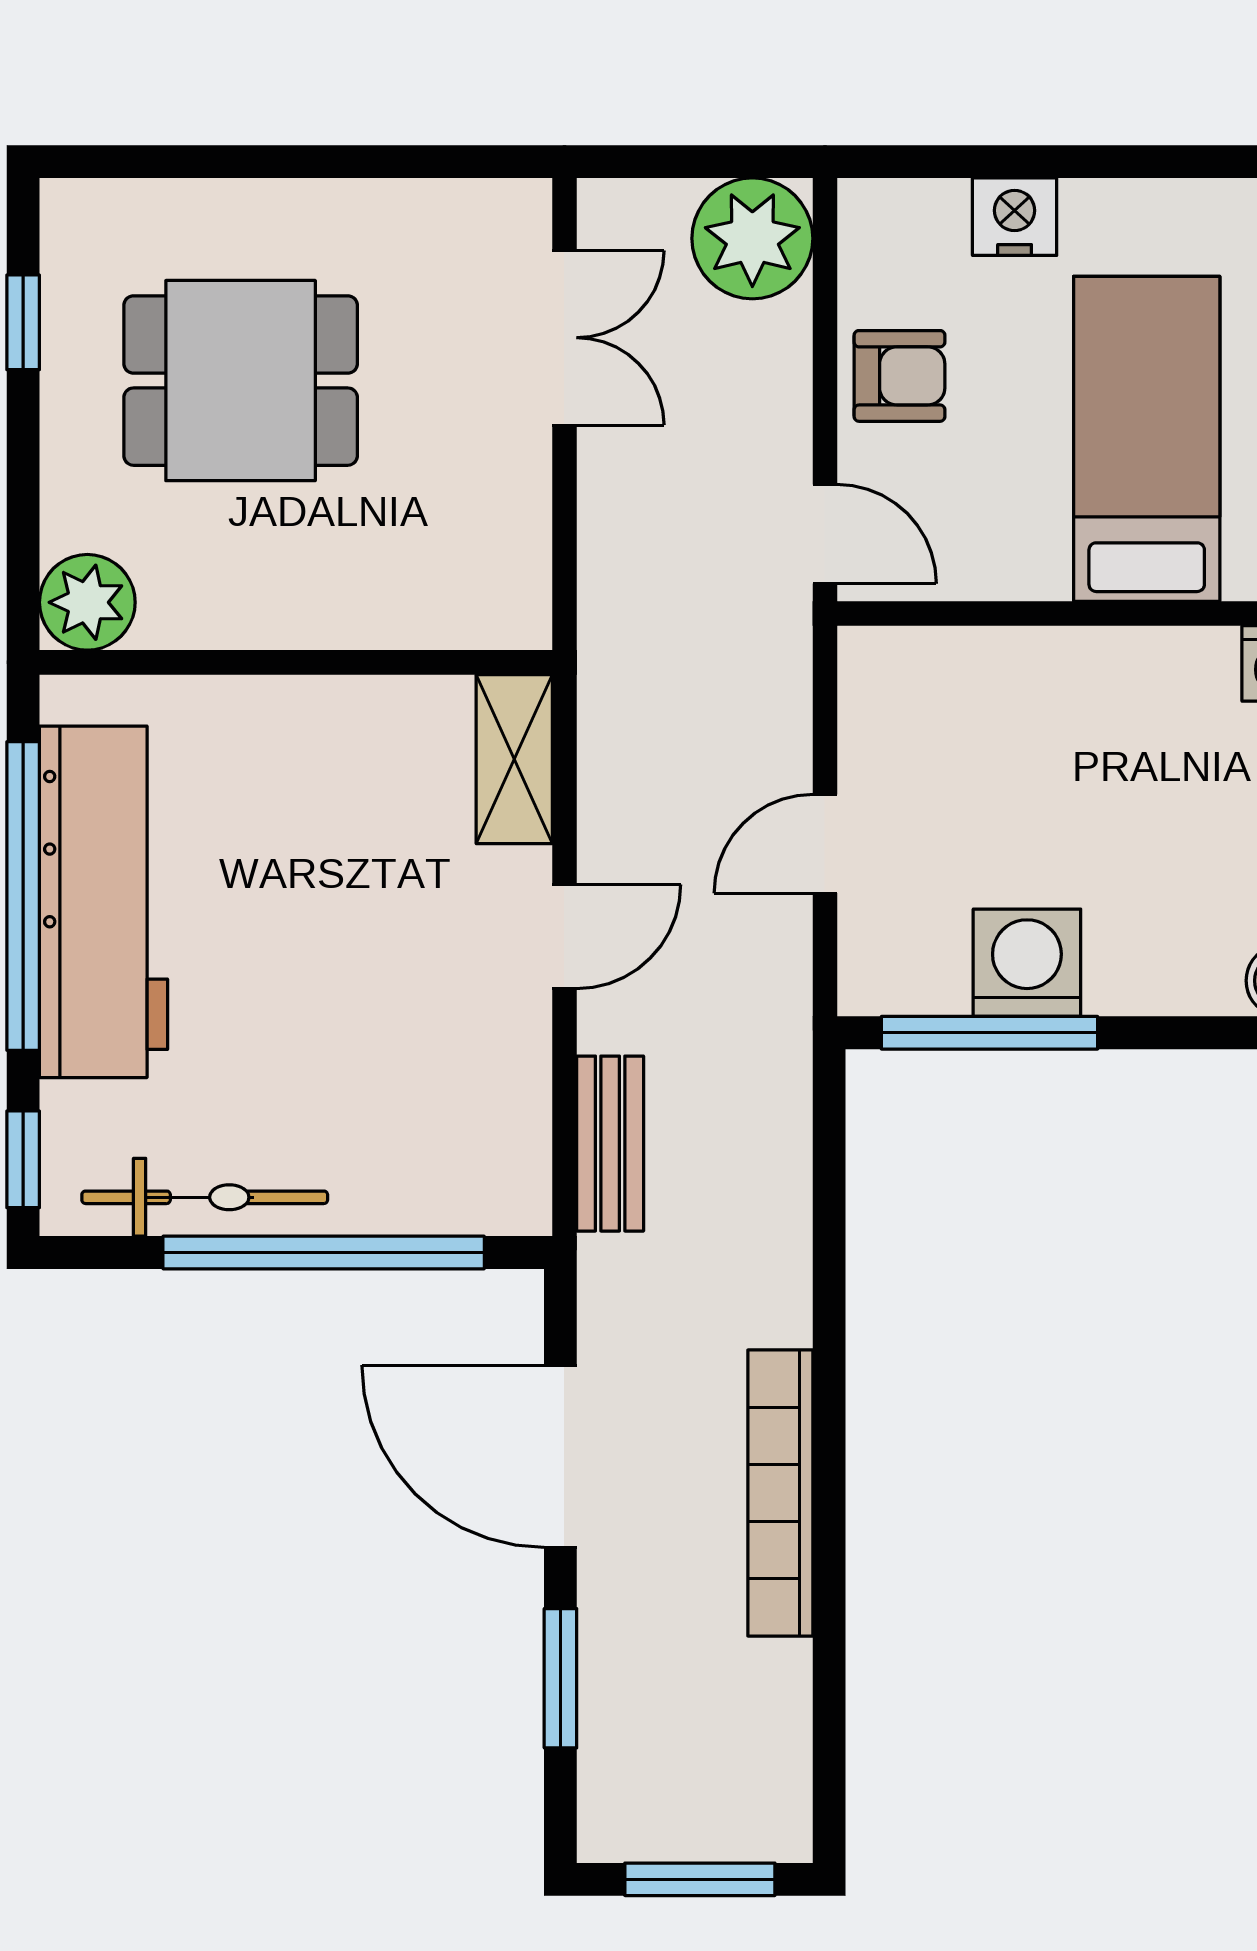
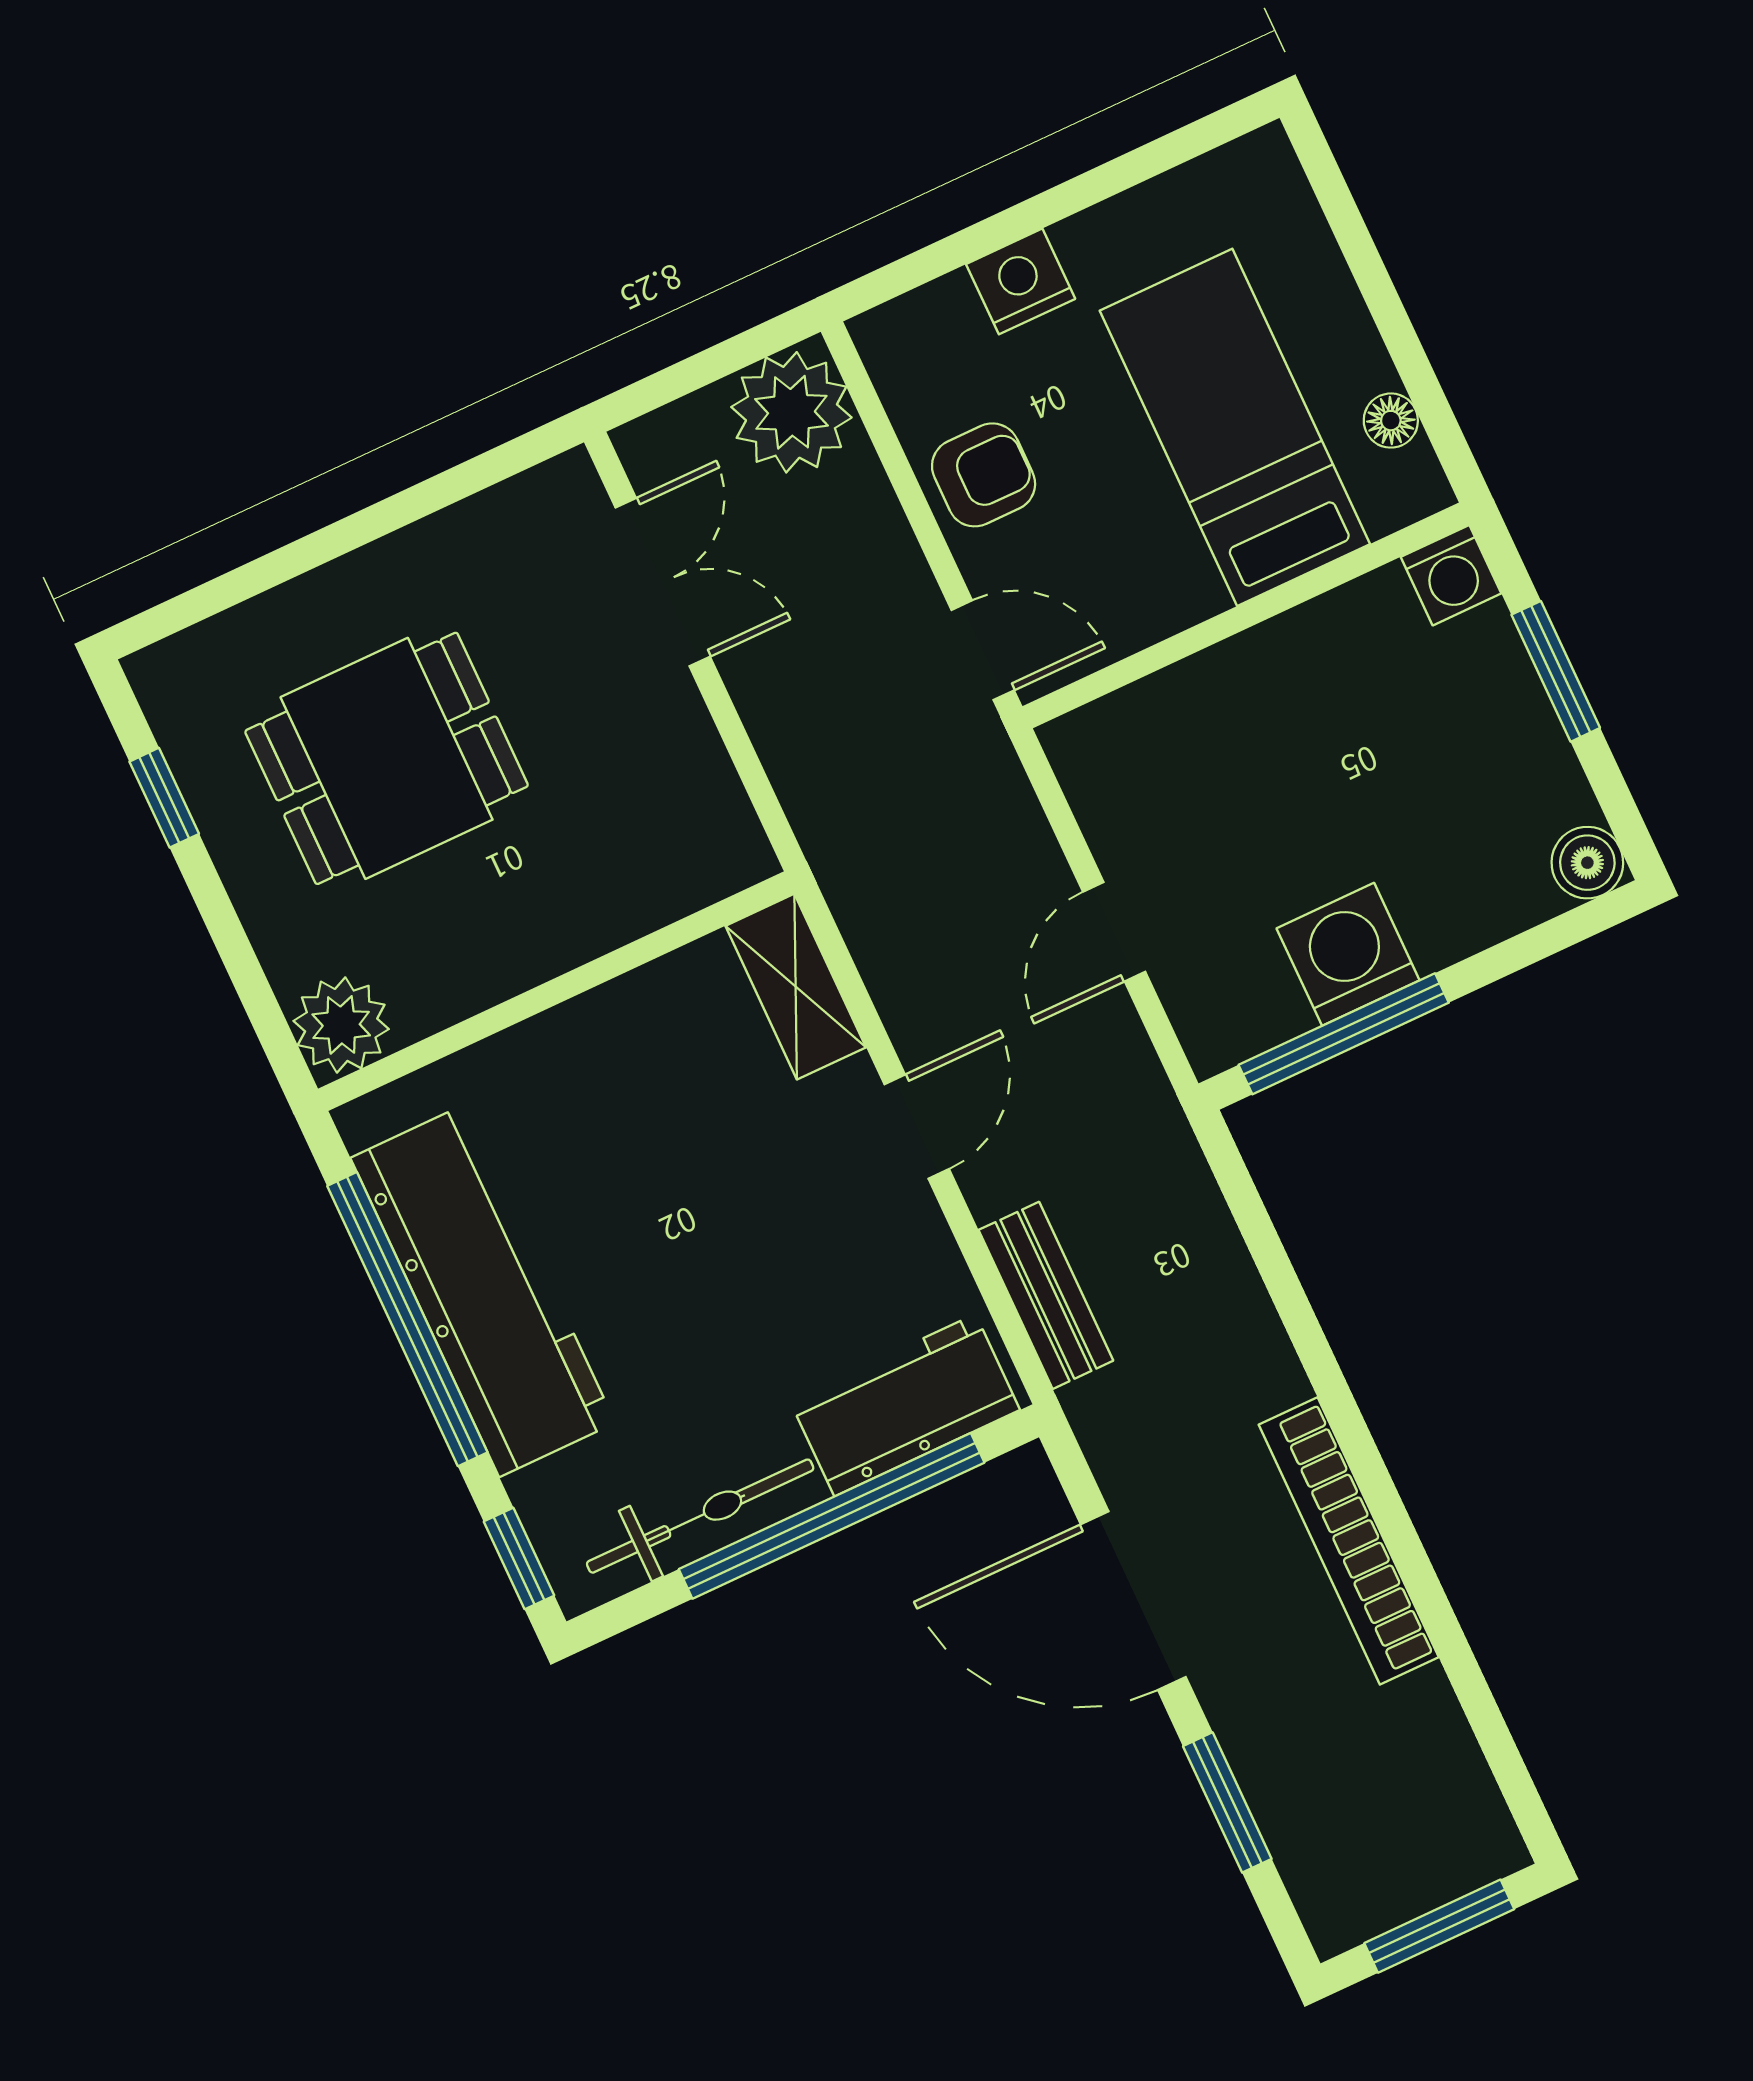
workbench: (436, 1183) -> (905, 1405), added

